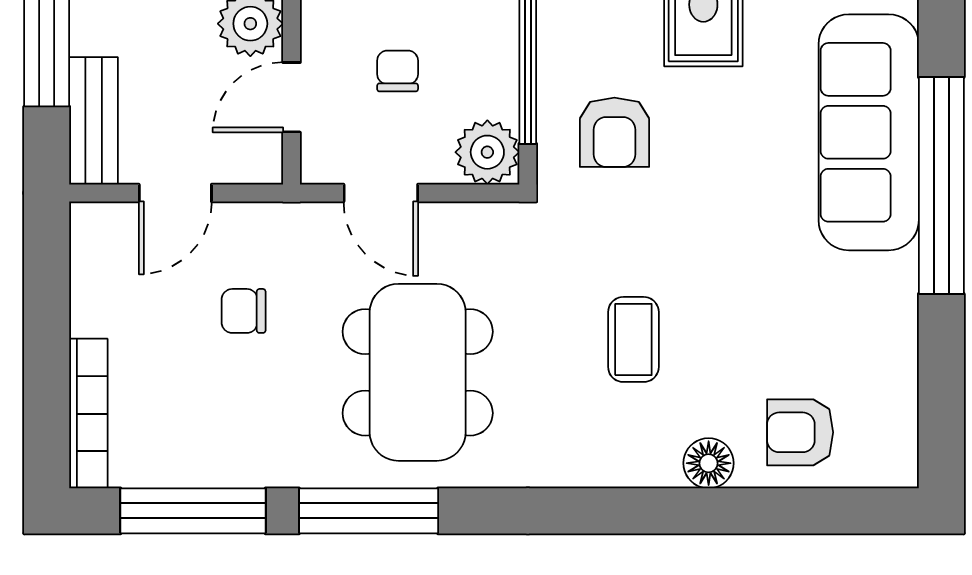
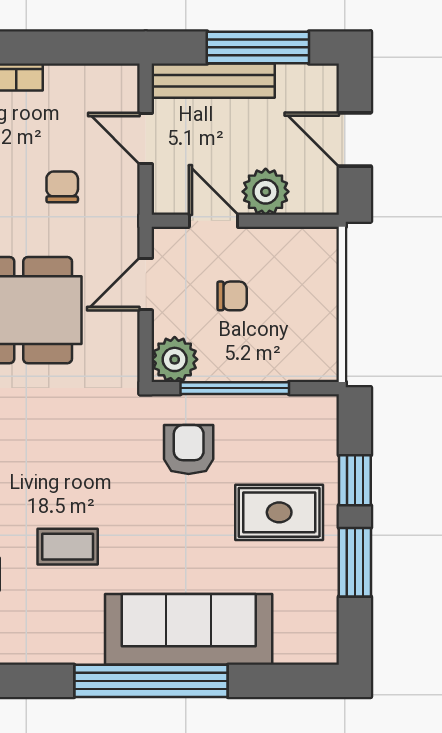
bench: (94, 121) -> (213, 81), width x1.36
armchair: (614, 132) -> (189, 450), turned 90
coffee table: (633, 339) -> (68, 547), moved

